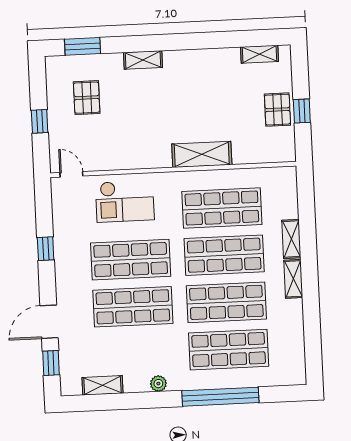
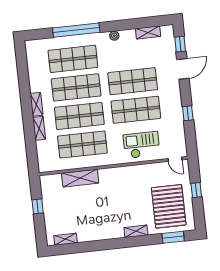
pallet: (87, 98) -> (169, 206), width x2.05, depth x2.00
pallet: (277, 110) -> (53, 206), removed
shelving: (202, 154) -> (80, 178), moved

